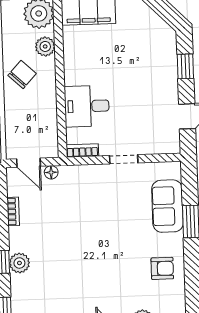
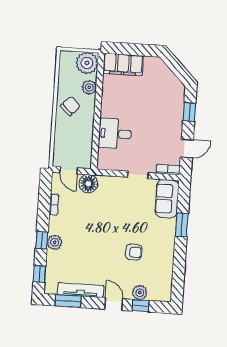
bookcase: (82, 150) -> (168, 169), moved
floor lamp: (51, 172) -> (88, 184), width x1.89, depth x1.89
sofa: (167, 206) -> (167, 199), moved
armchair: (162, 268) -> (134, 252), moved

